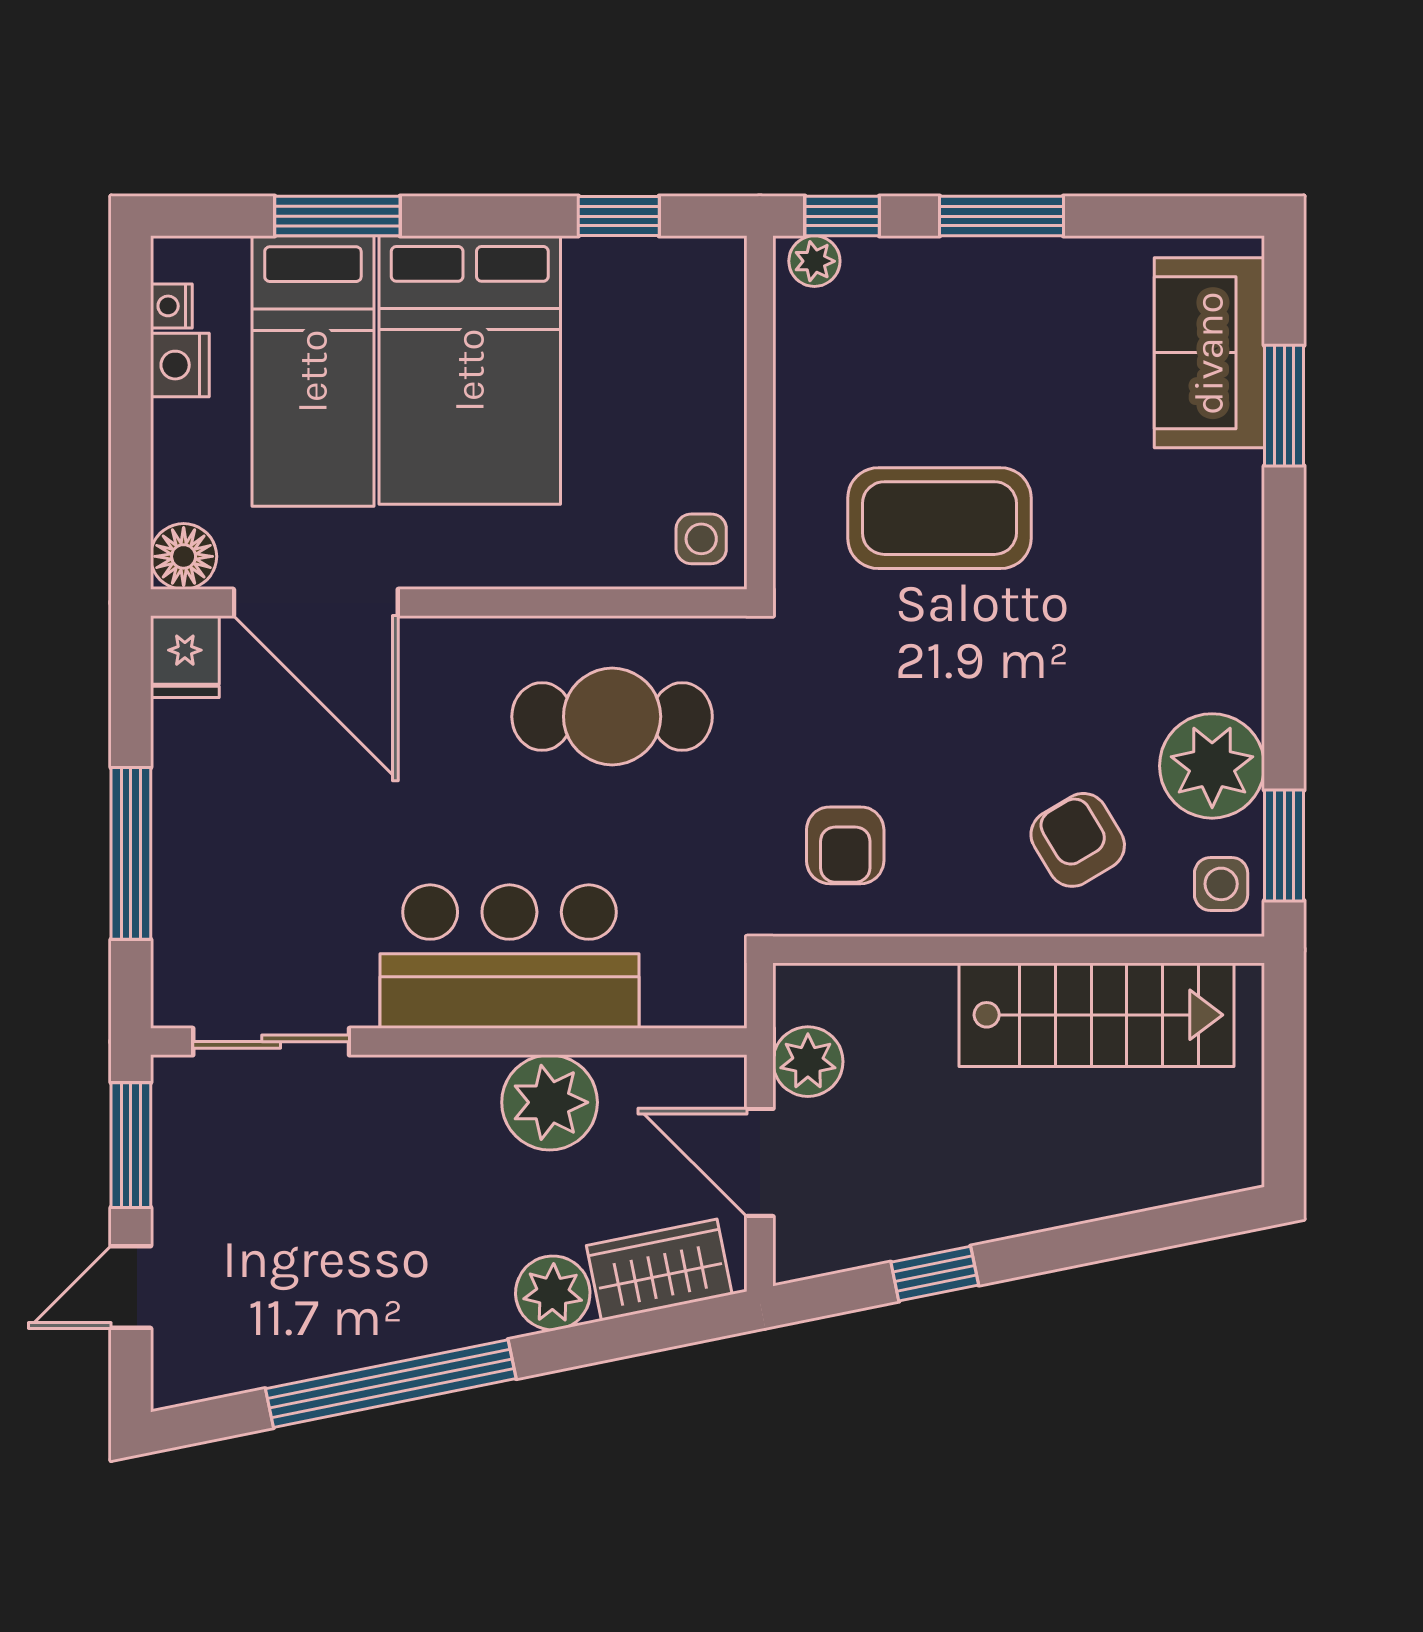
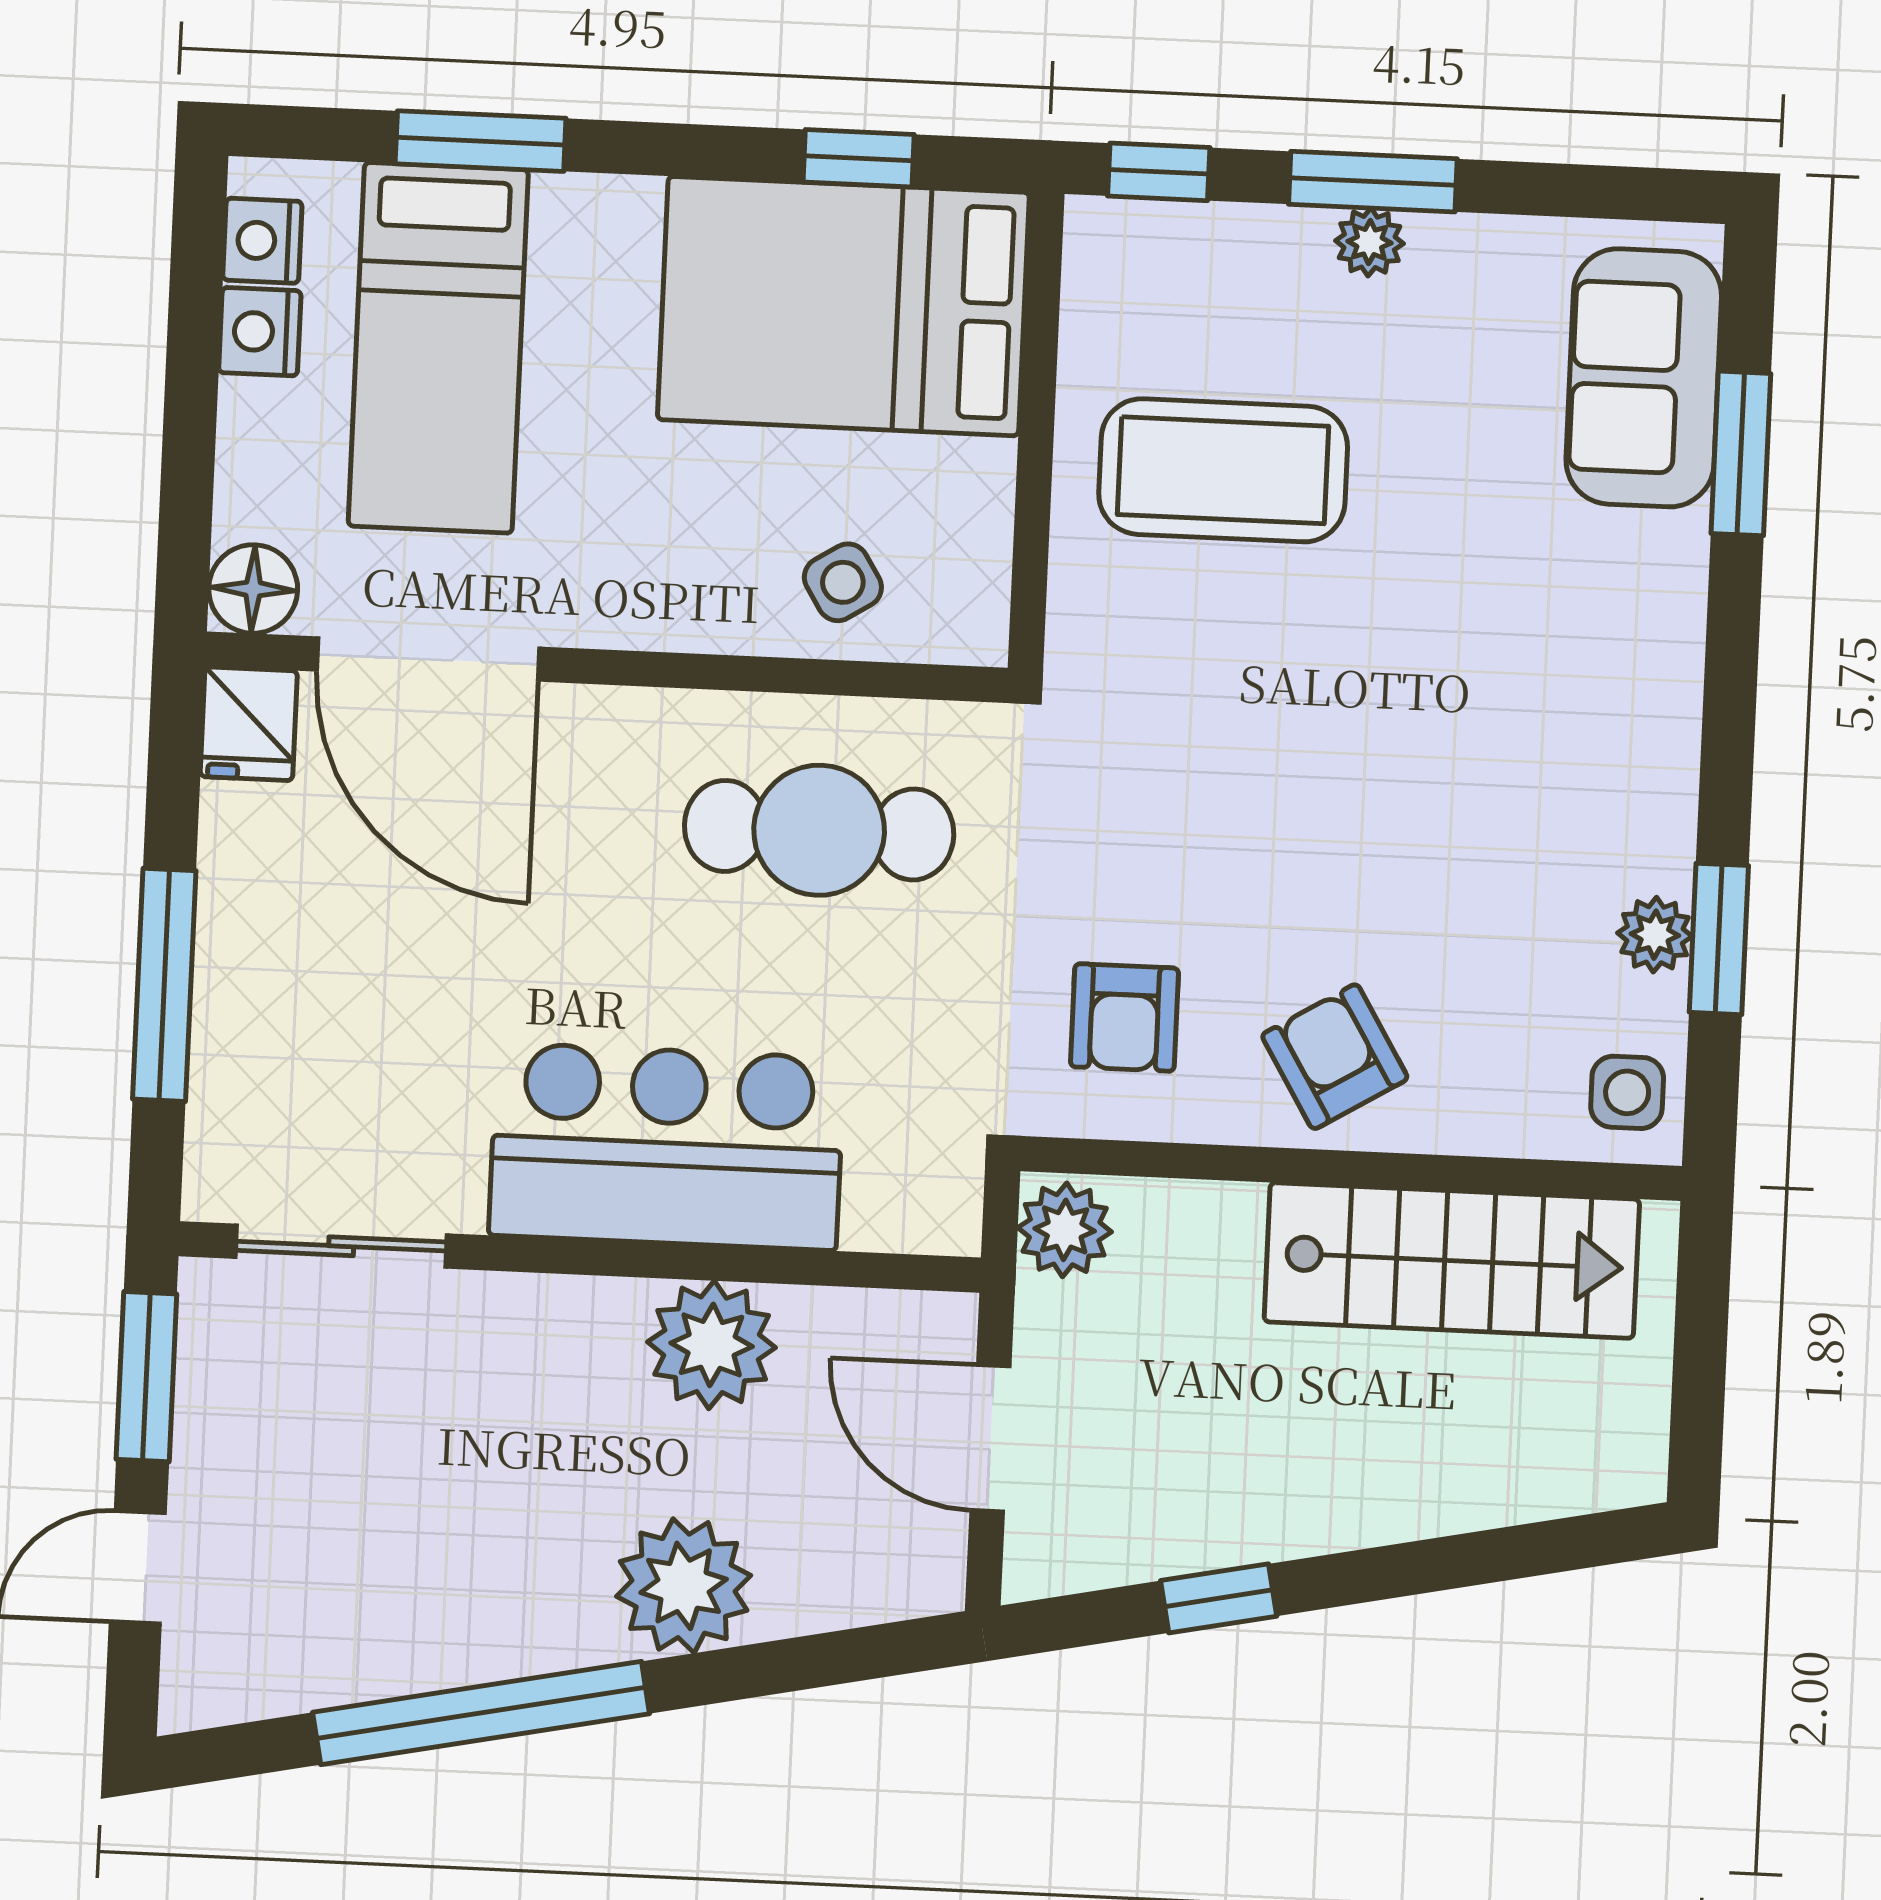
plant: (814, 261) -> (1369, 242), moved
nightstand: (171, 306) -> (262, 241), width x1.39, depth x1.35
bed: (470, 370) -> (843, 306), moved, turned 90
coffee table: (939, 518) -> (1223, 470), moved
side table: (701, 539) -> (843, 582), moved, turned -32
plant: (1212, 766) -> (1655, 935), width x0.53, depth x0.53
armchair: (1078, 840) -> (1335, 1057), moved
window: (1284, 845) -> (1719, 939), moved
plant: (808, 1062) -> (1065, 1230), moved
wardrobe: (659, 1270) -> (849, 1577), removed
plant: (553, 1293) -> (684, 1586), width x1.36, depth x1.36

